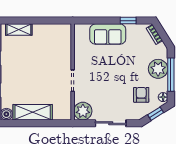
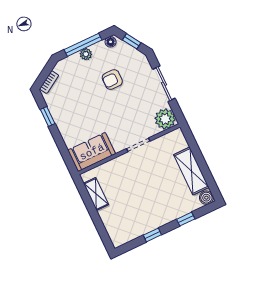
shelving: (19, 30) -> (96, 194), moved
sofa: (108, 34) -> (92, 152), moved, turned -90
plant: (158, 69) -> (86, 54), width x0.53, depth x0.53
armchair: (141, 95) -> (112, 80), moved

